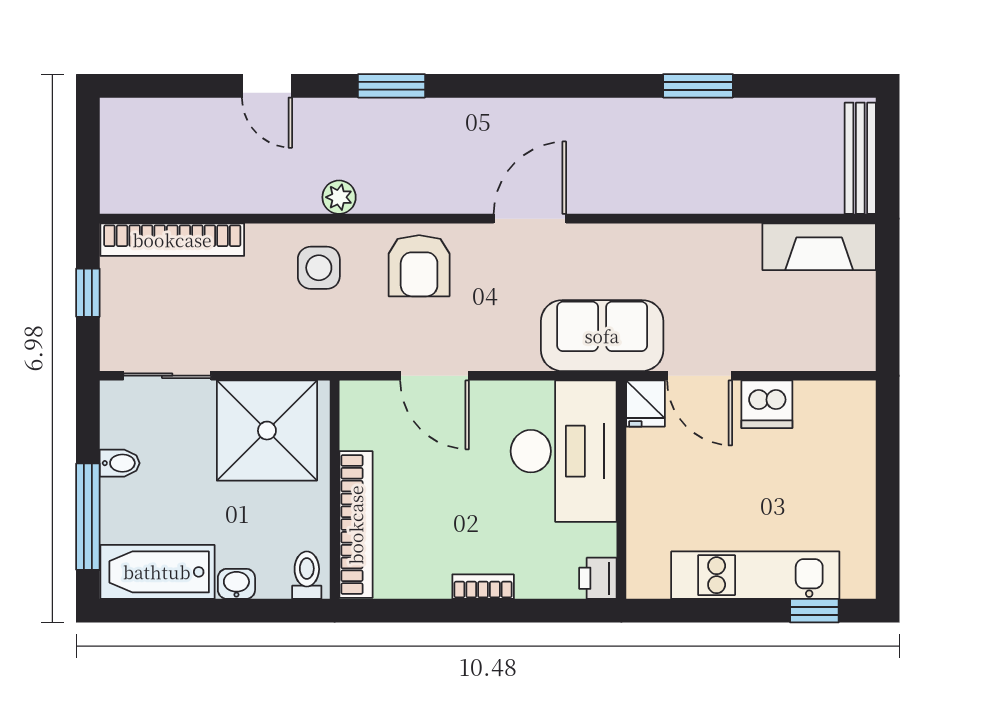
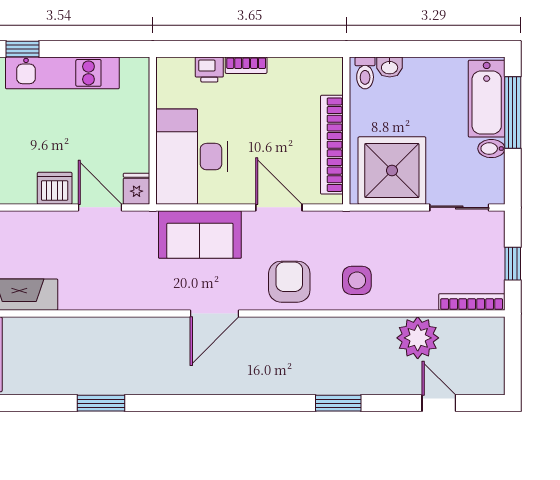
door: (267, 86) -> (439, 403), moved
window: (391, 86) -> (338, 403), moved
plant: (339, 197) -> (418, 338), moved, width x1.88, depth x1.88
bookcase: (172, 240) -> (472, 302), width x0.68, depth x0.76
sofa: (602, 336) -> (200, 235), moved
bookcase: (356, 525) -> (332, 145), moved
bathtub: (157, 572) -> (487, 99), moved, turned 90
printer: (598, 578) -> (209, 70), moved, turned 90
washbasin: (236, 584) -> (390, 67), moved

